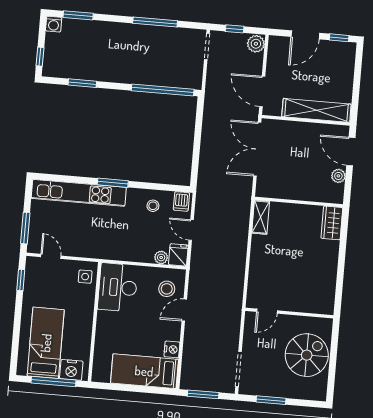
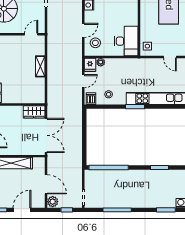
door: (262, 92) -> (46, 184), moved
wardrobe: (273, 188) -> (34, 112), added
shelving: (261, 217) -> (40, 66), moved
door: (191, 230) -> (83, 81), hinge flipped

